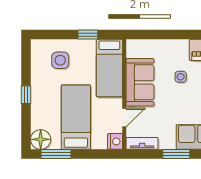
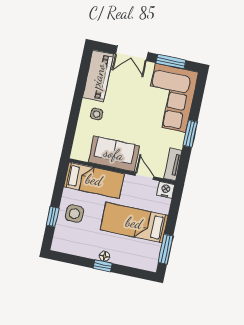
window: (88, 35) -> (53, 217), moved
side table: (60, 60) -> (74, 214), moved
side table: (181, 77) -> (97, 114), moved
floor lamp: (41, 139) -> (104, 256), moved, width x0.53, depth x0.53

